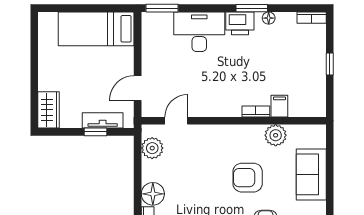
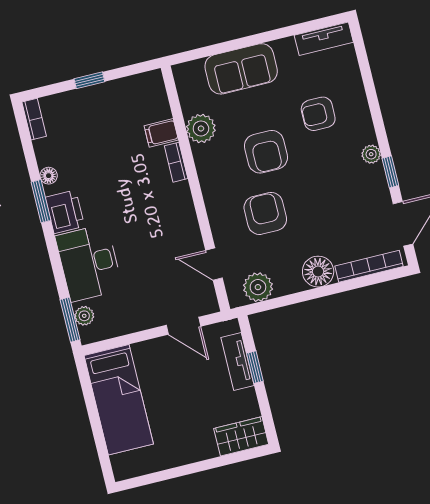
plant: (162, 19) -> (84, 316), added
armchair: (204, 166) -> (265, 213), added

